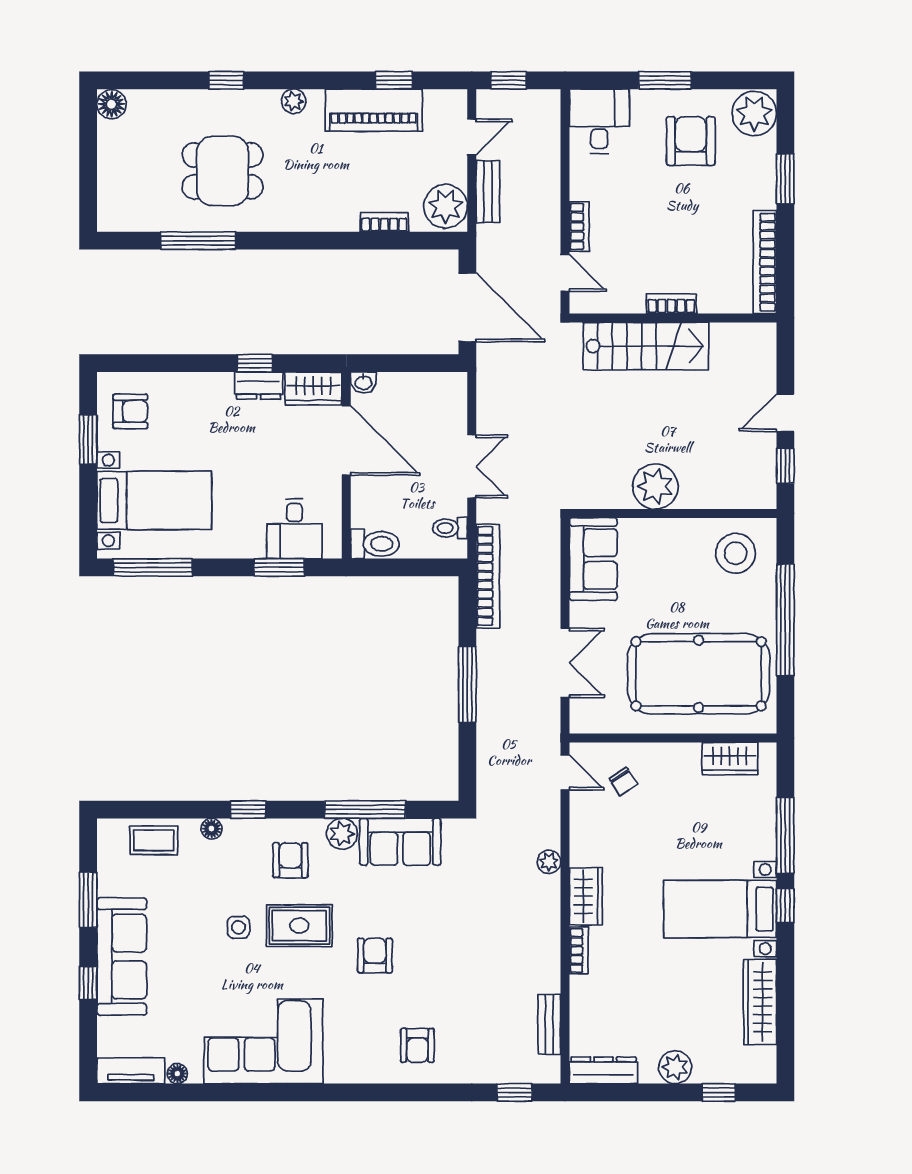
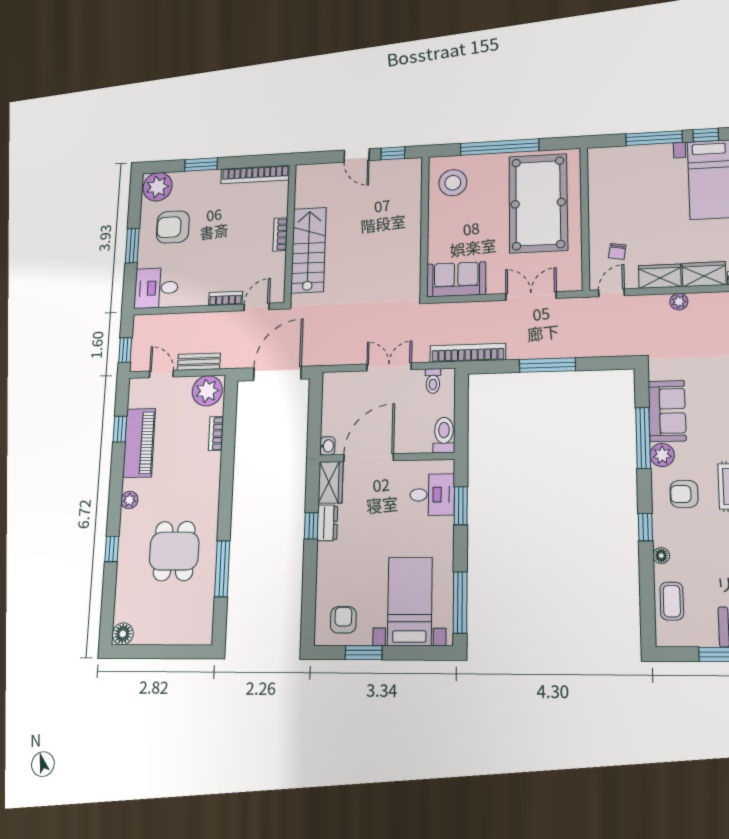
plant: (655, 486) -> (405, 239), removed
wardrobe: (730, 759) -> (660, 276), moved, turned -90
chair: (623, 781) -> (617, 251), turned 132

